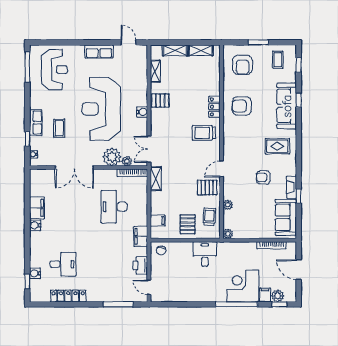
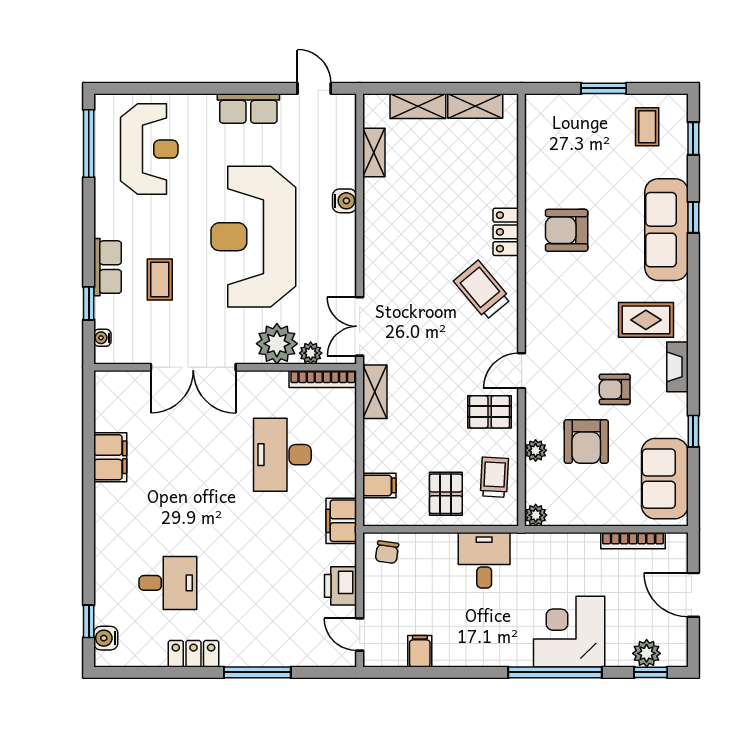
armchair: (243, 65) -> (586, 442), moved
pallet: (160, 101) -> (385, 218), removed
water cooler: (142, 112) -> (345, 201), moved
trolley: (204, 133) -> (482, 290), turned 50
fireplace: (291, 187) -> (678, 367), moved
water cooler: (35, 225) -> (106, 496), removed
water cooler: (35, 273) -> (106, 638), moved
filing cabinet: (265, 295) -> (420, 651), moved
locker: (68, 296) -> (193, 654), width x0.66
window: (118, 304) -> (257, 672), moved

